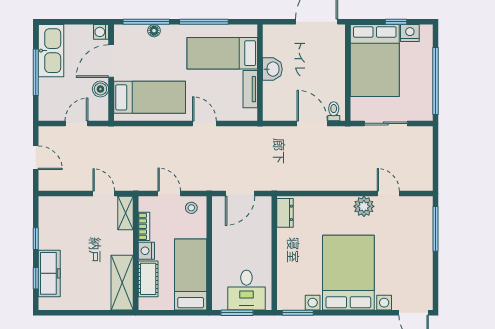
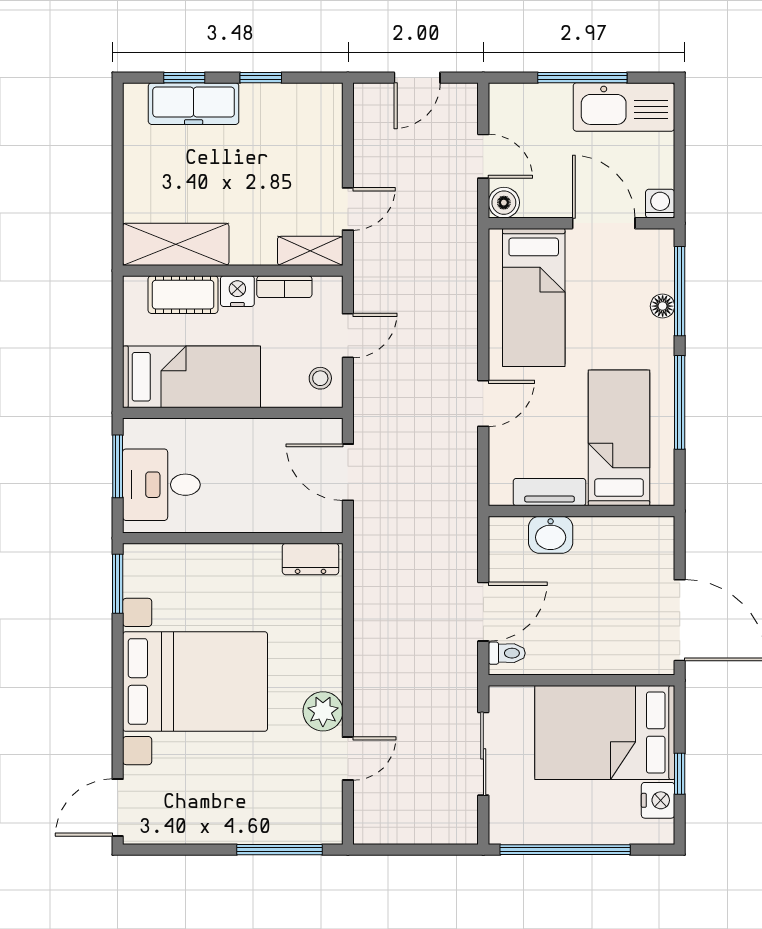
washbasin: (272, 69) -> (551, 535), moved
boiler: (100, 89) -> (504, 203), moved

